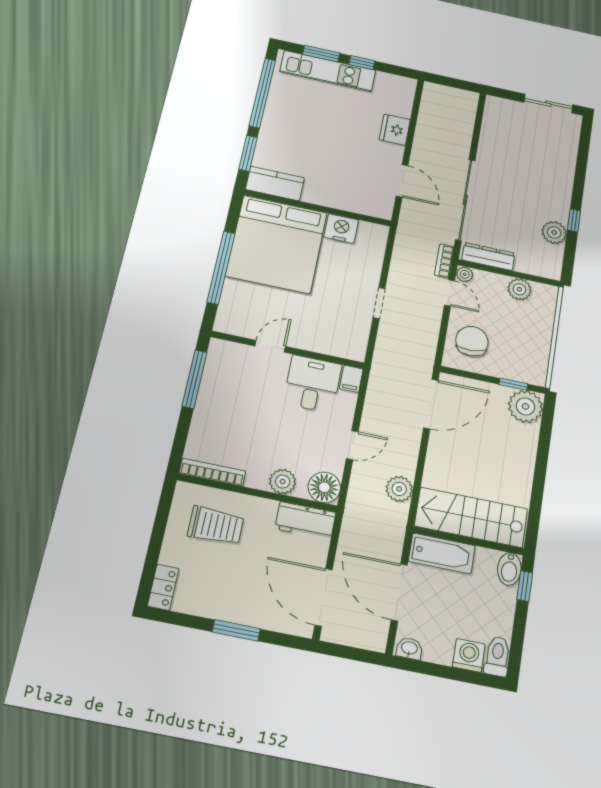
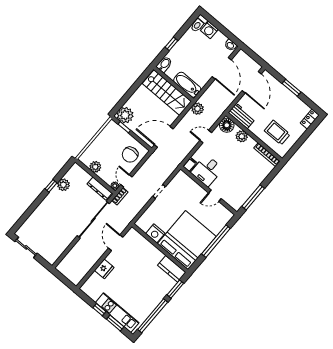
stairs: (471, 517) -> (167, 93), moved
wall: (469, 541) -> (174, 84), moved
bathtub: (442, 553) -> (187, 85), moved
bidet: (509, 569) -> (164, 64), moved

